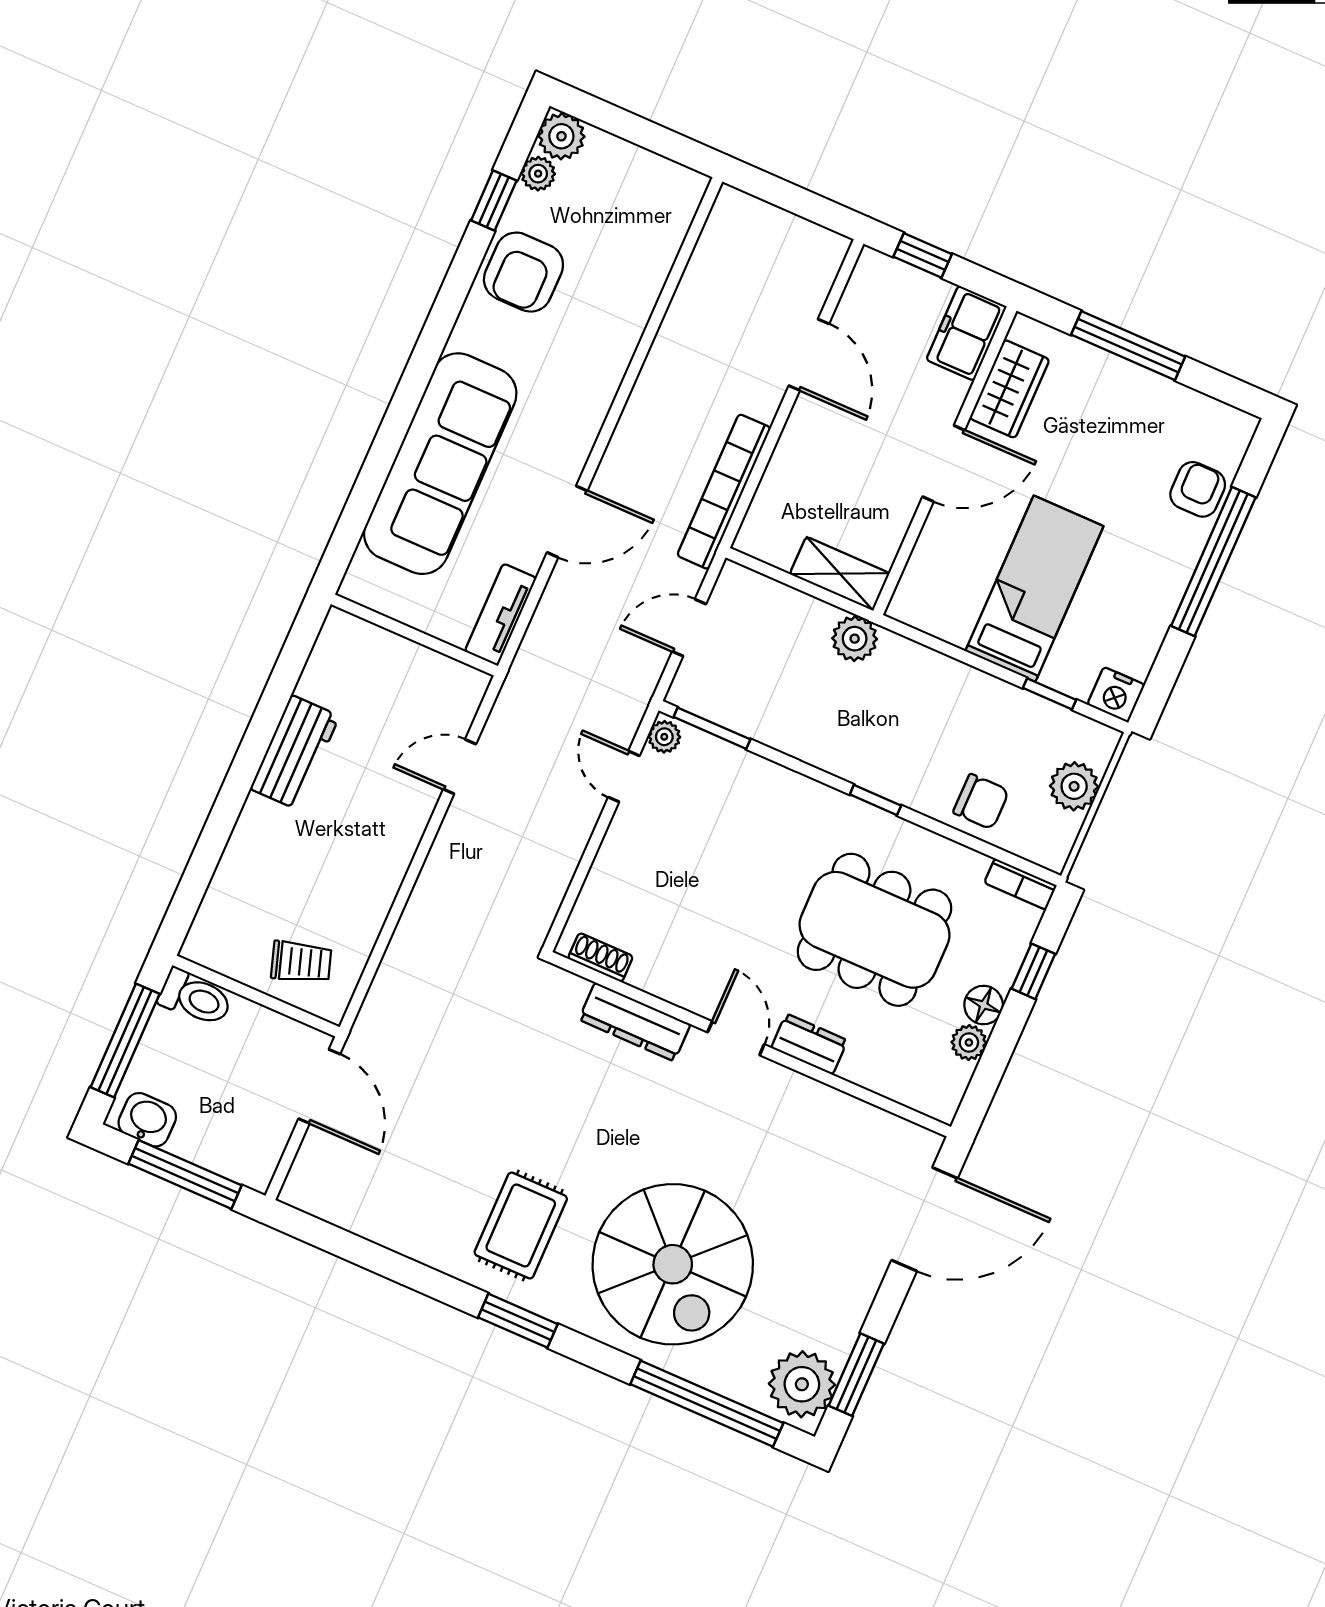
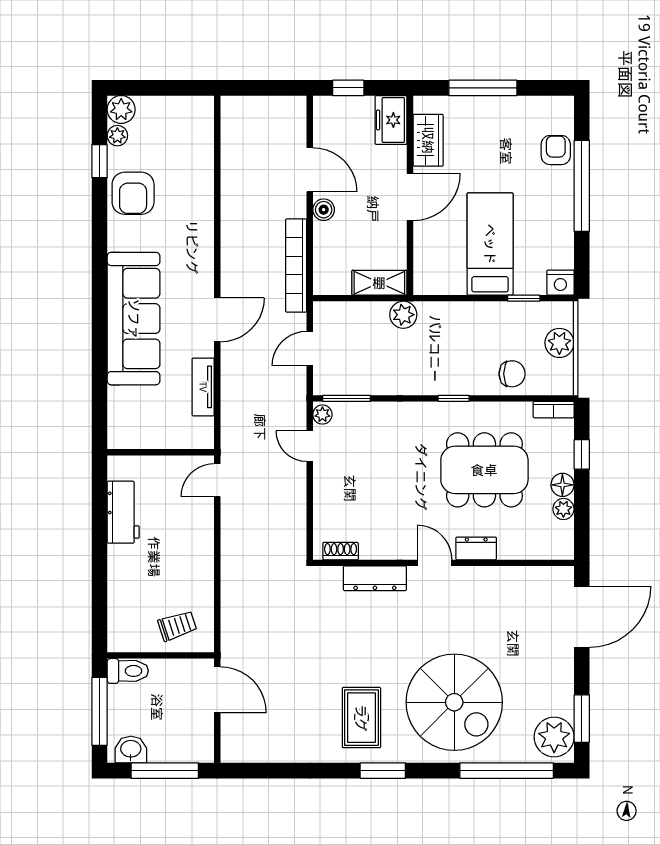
boiler: (803, 425) -> (324, 210), added
wall: (414, 635) -> (161, 452), moved

